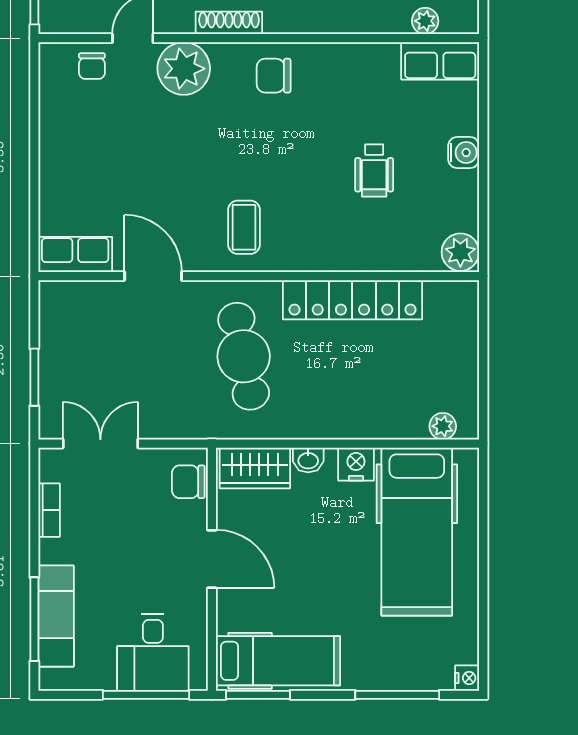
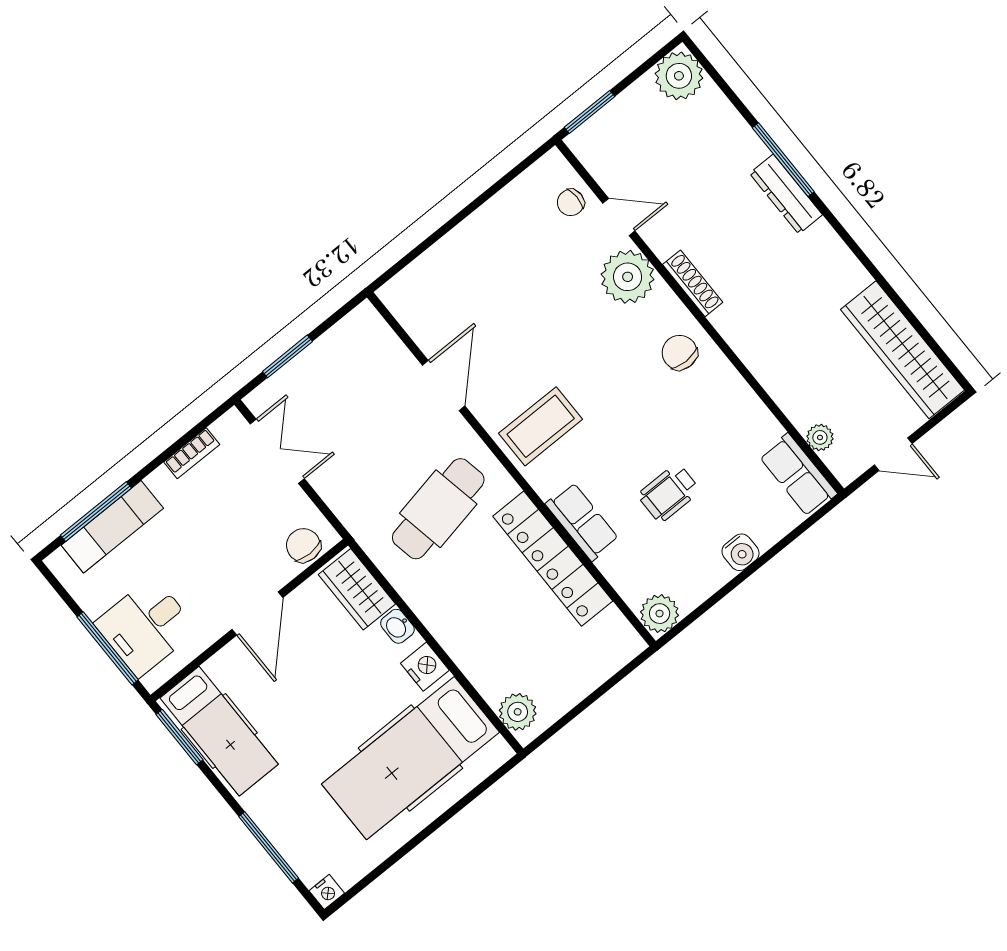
coffee table: (244, 227) -> (541, 426), width x1.36, depth x1.30
row of seats: (75, 254) -> (582, 522), moved
plant: (443, 426) -> (518, 712), width x1.38, depth x1.38

